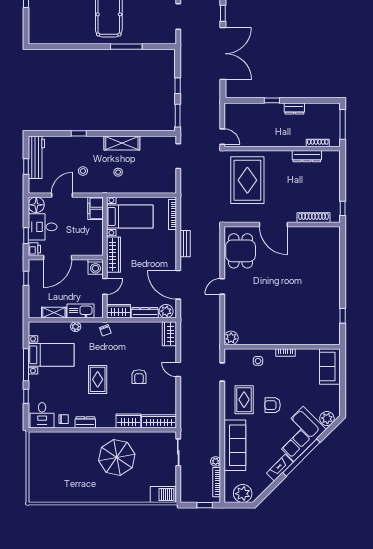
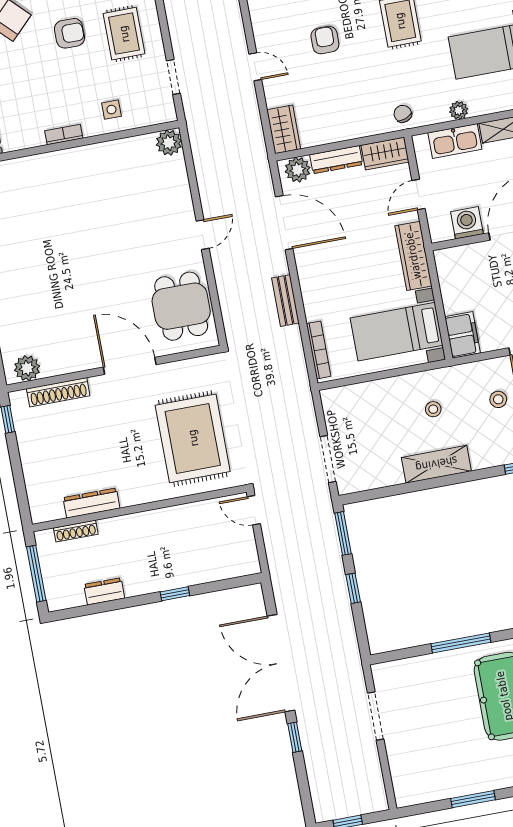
dresser: (294, 108) -> (104, 591), moved
plant: (328, 233) -> (27, 368), added
washing machine: (96, 267) -> (467, 223), moved

